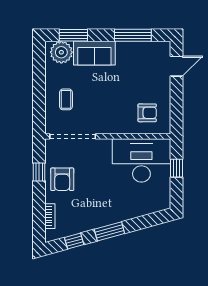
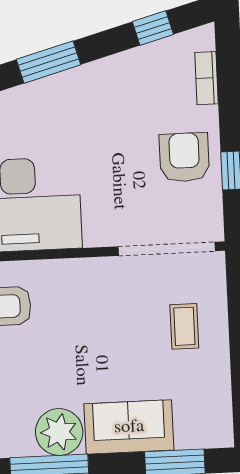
plant: (61, 52) -> (59, 432), moved
window: (109, 231) -> (49, 62), moved

